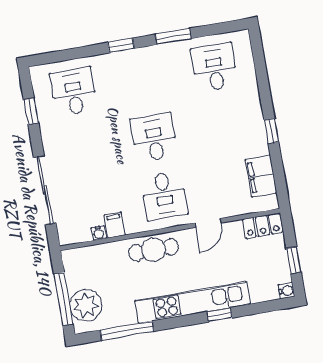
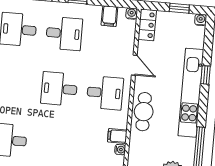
desk: (224, 125) -> (64, 34), added
filing cabinet: (261, 176) -> (109, 16), width x0.50
water cooler: (271, 203) -> (132, 14), added

